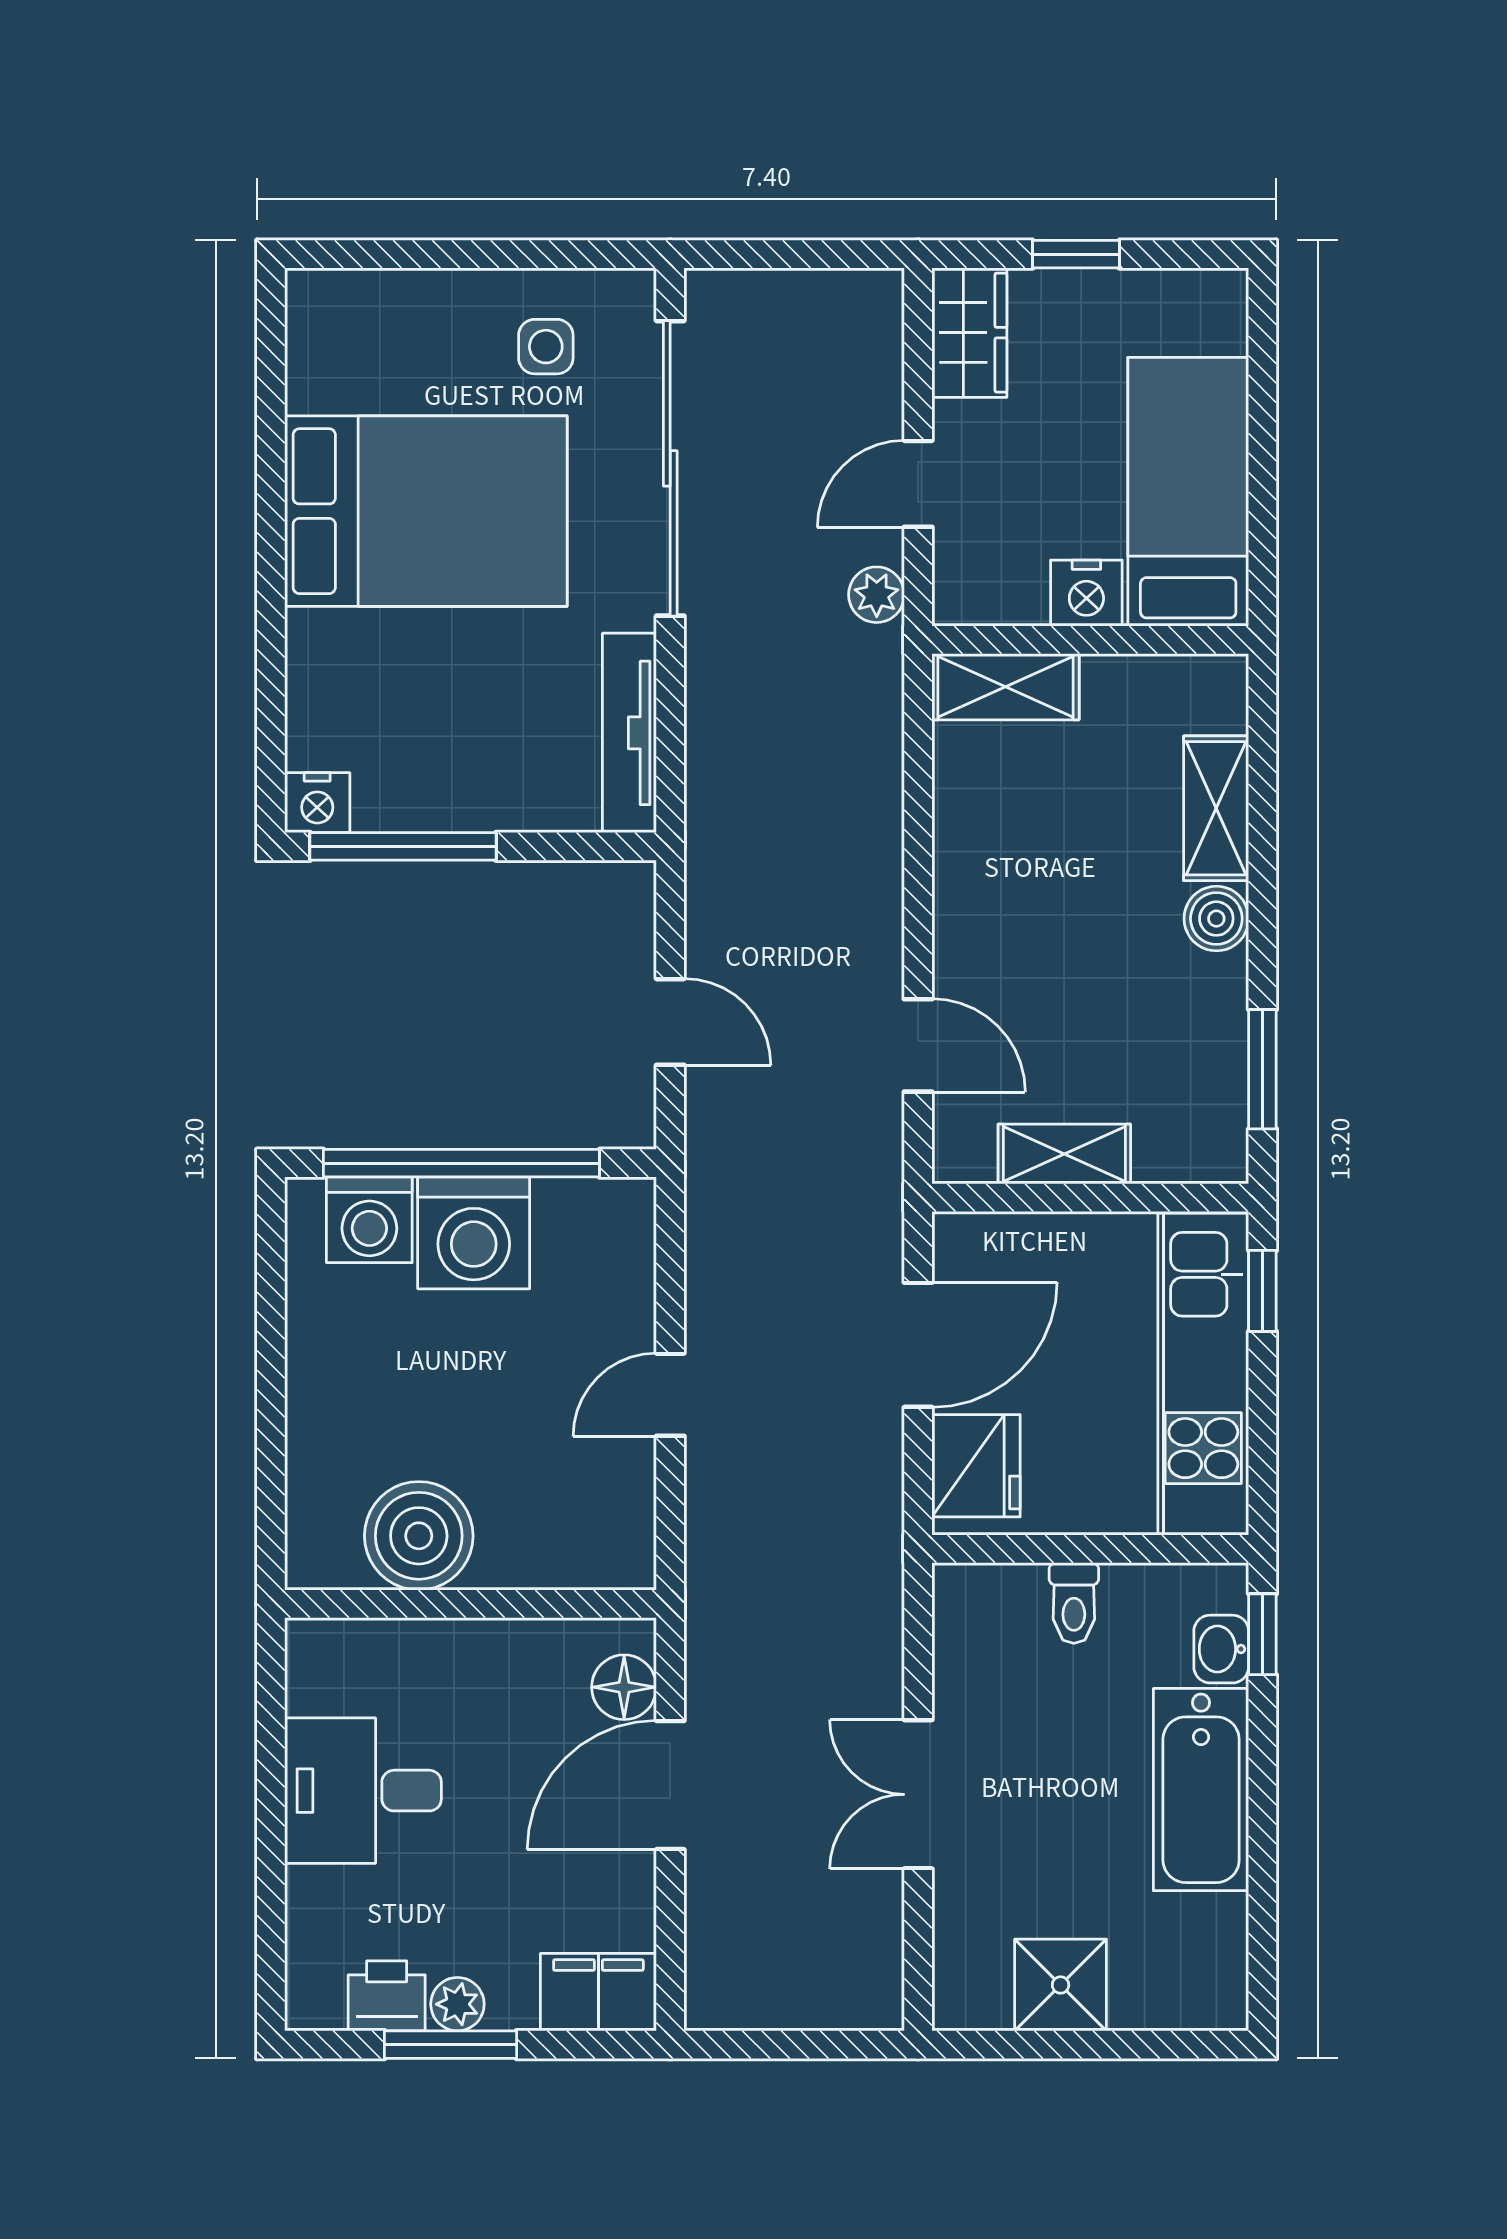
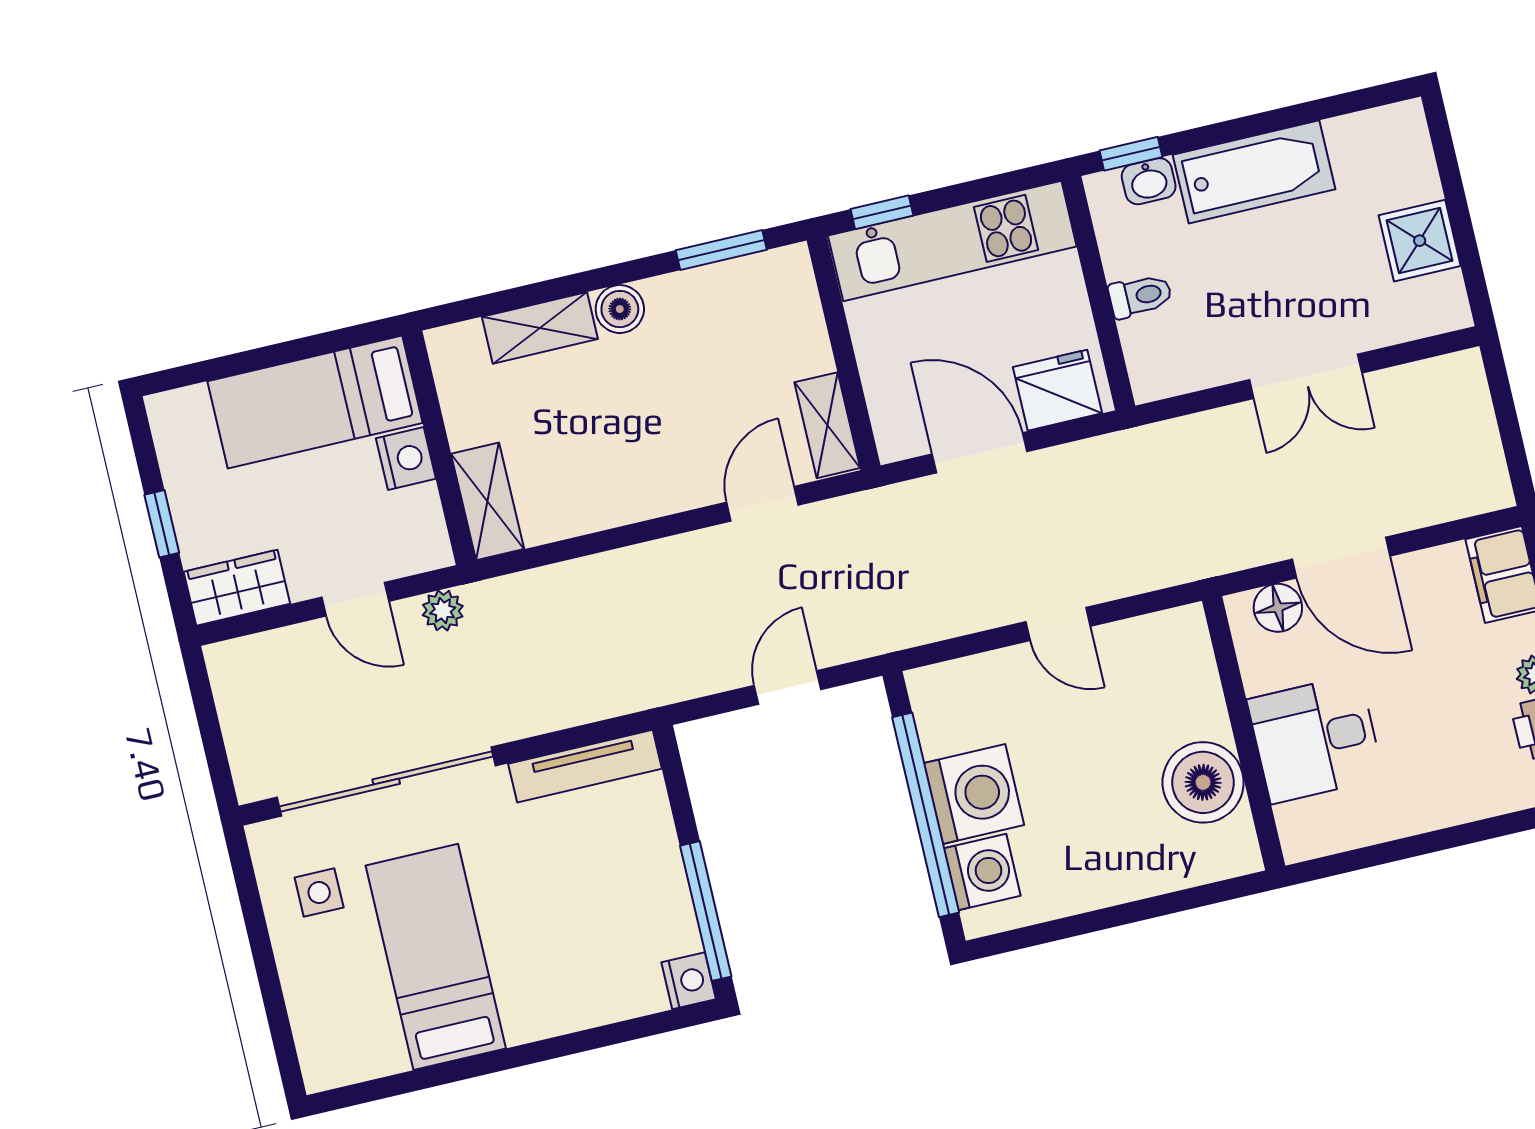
bed: (426, 511) -> (436, 957), width x0.67
shelving: (1064, 1154) -> (827, 425), moved
desk: (363, 1791) -> (1315, 739), moved, turned 90

